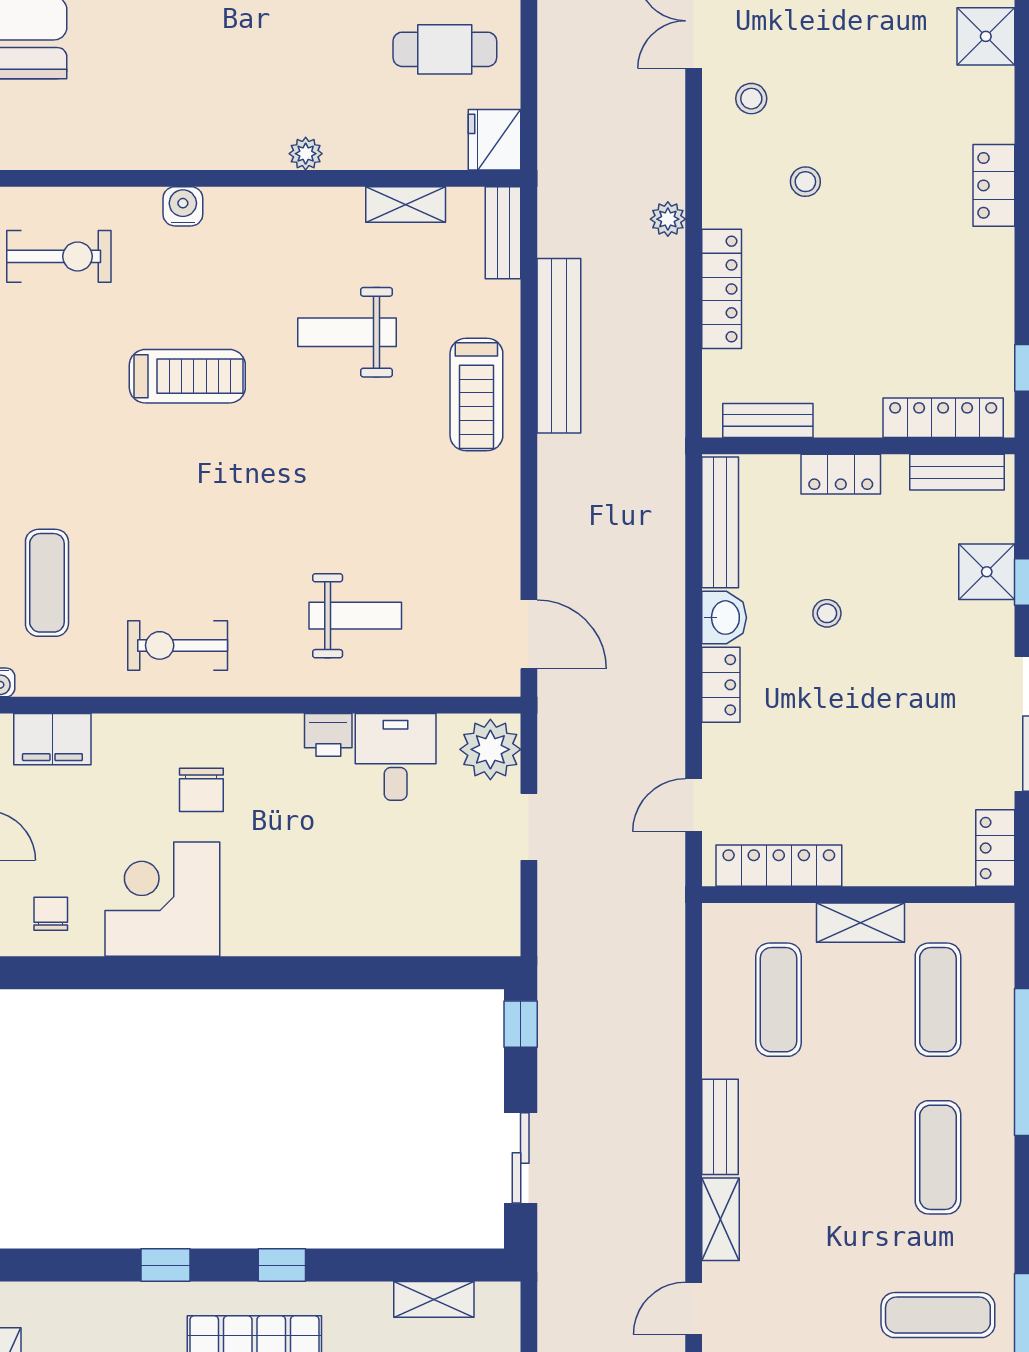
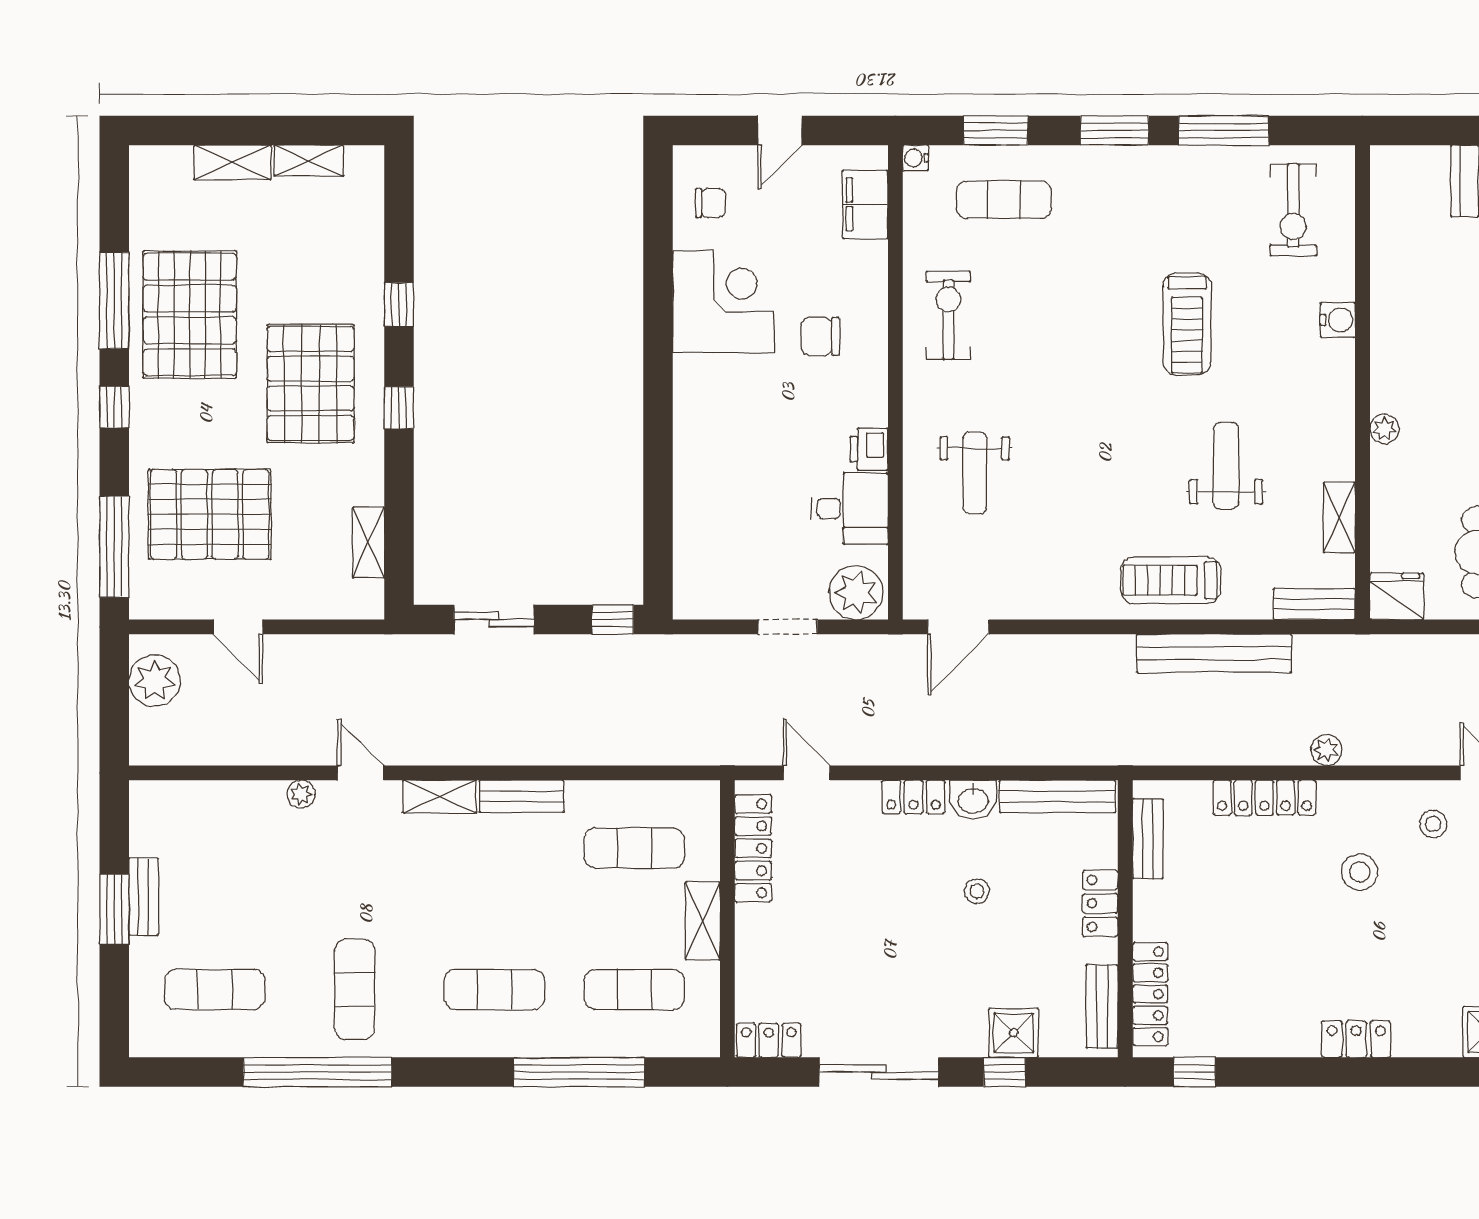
stool: (805, 182) -> (1360, 872), width x1.37, depth x1.37

